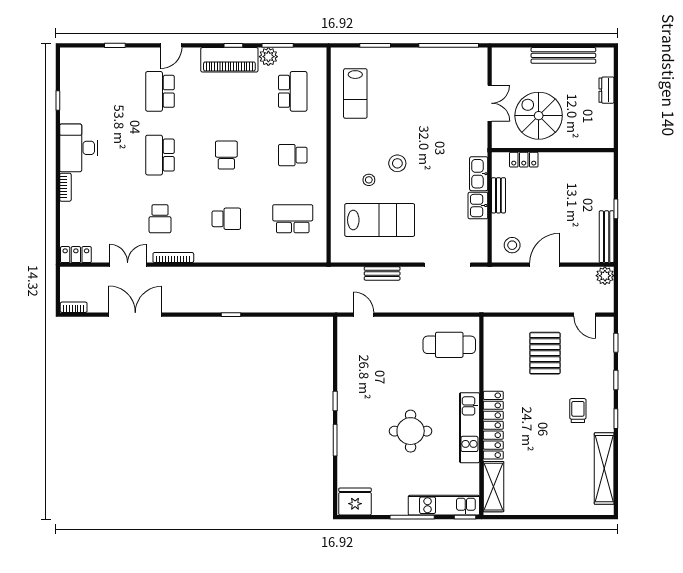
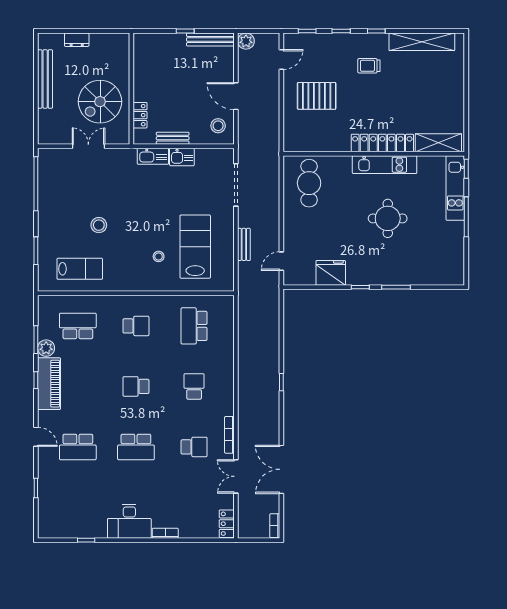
school desk: (293, 155) -> (136, 326), turned -90
stool: (397, 163) -> (99, 225), moved
fridge: (355, 502) -> (331, 273), moved, turned 90

